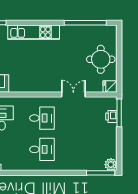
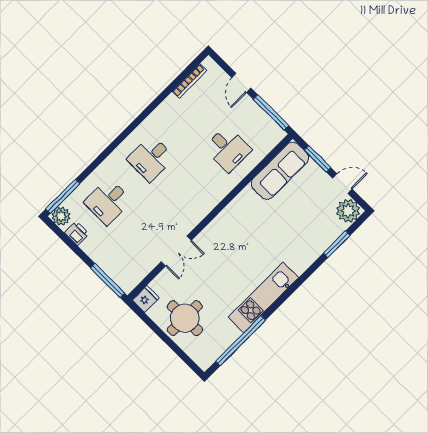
kitchen unit: (34, 32) -> (263, 298), moved
printer: (111, 117) -> (77, 233), moved
desk: (42, 118) -> (108, 201), moved

